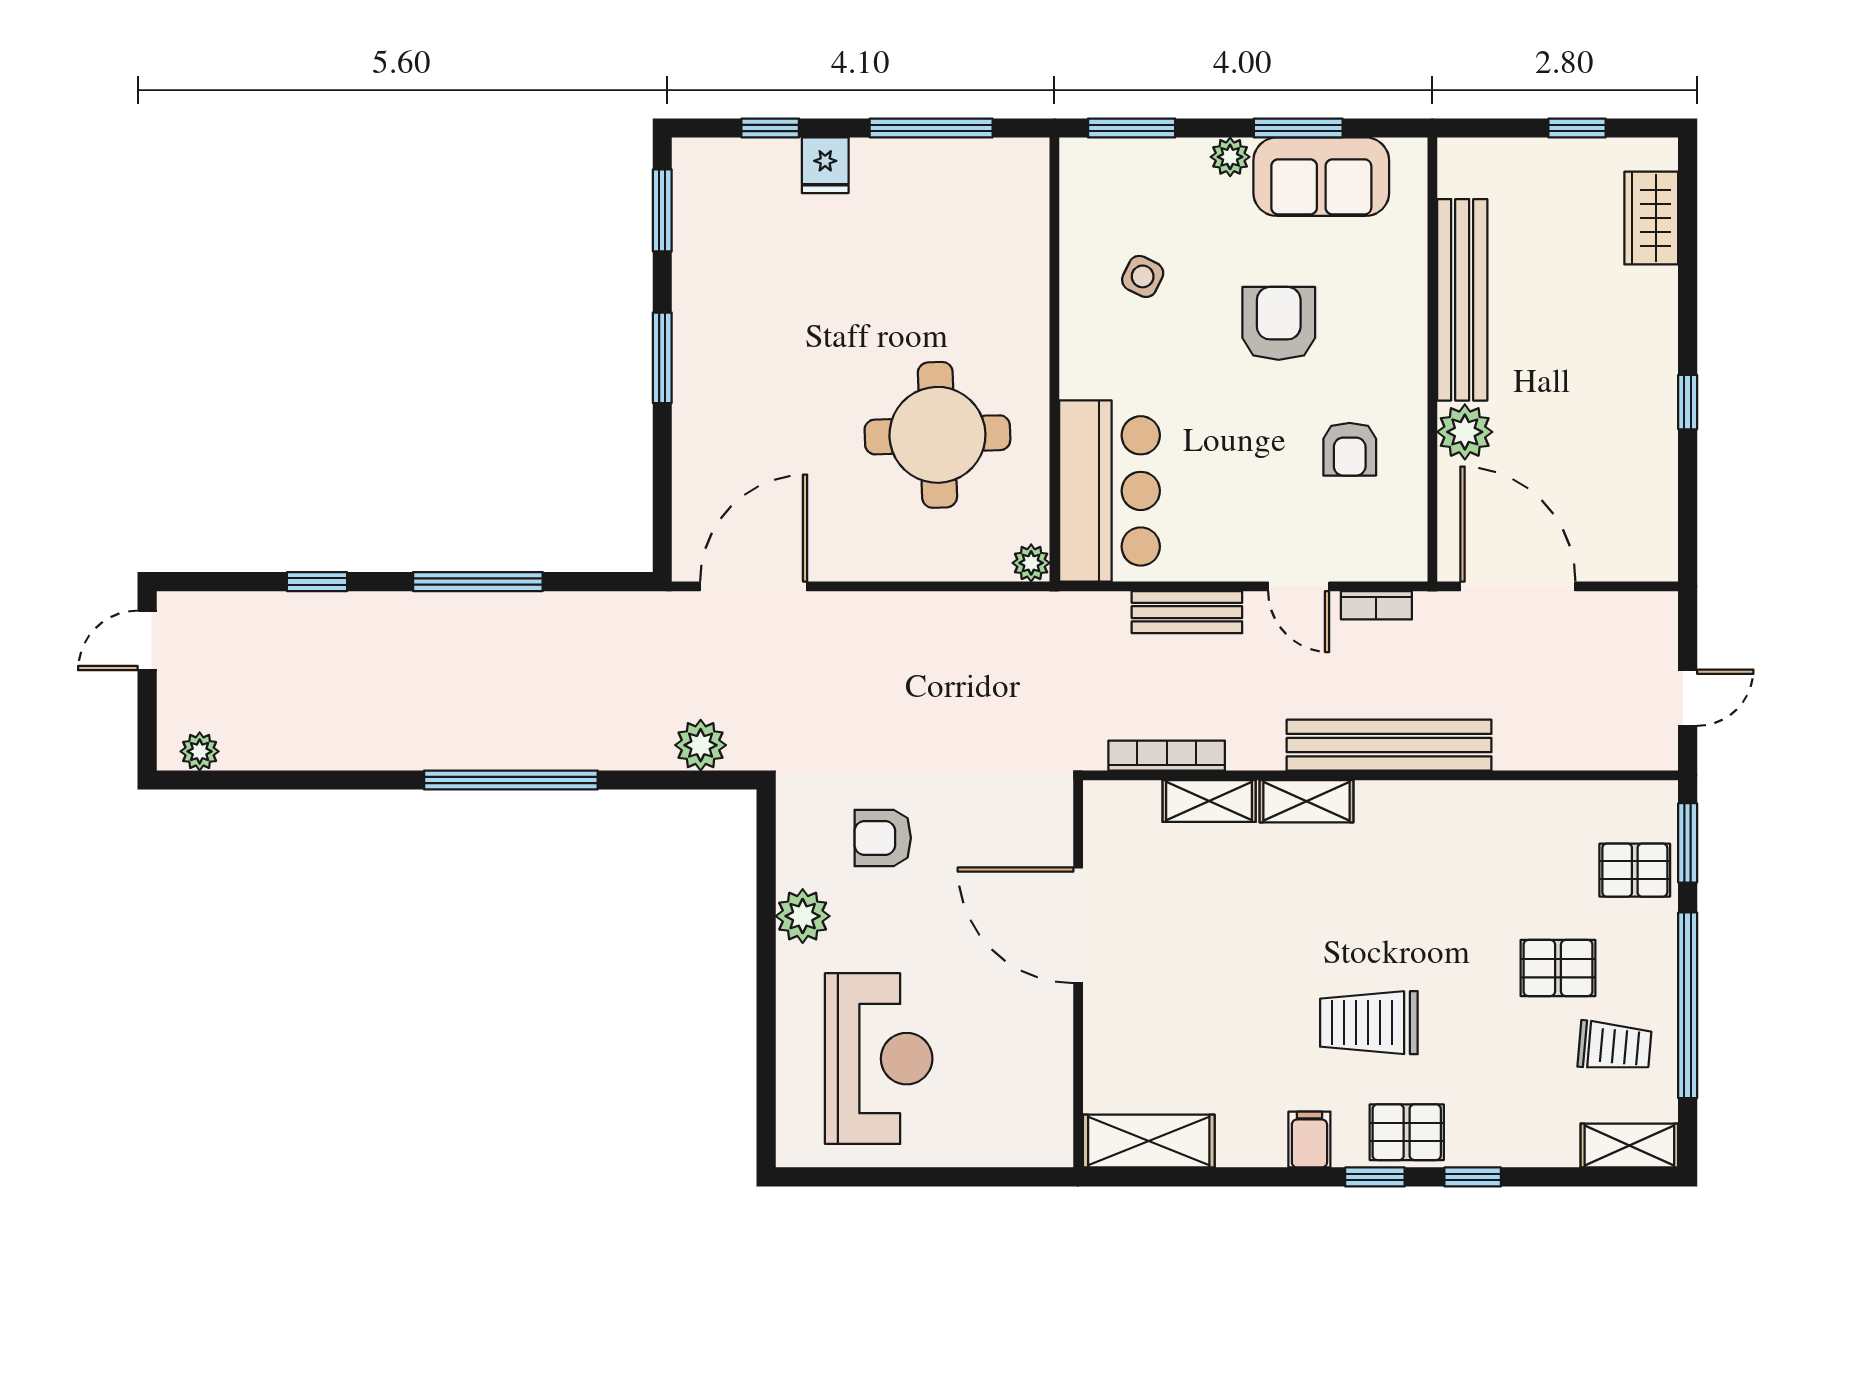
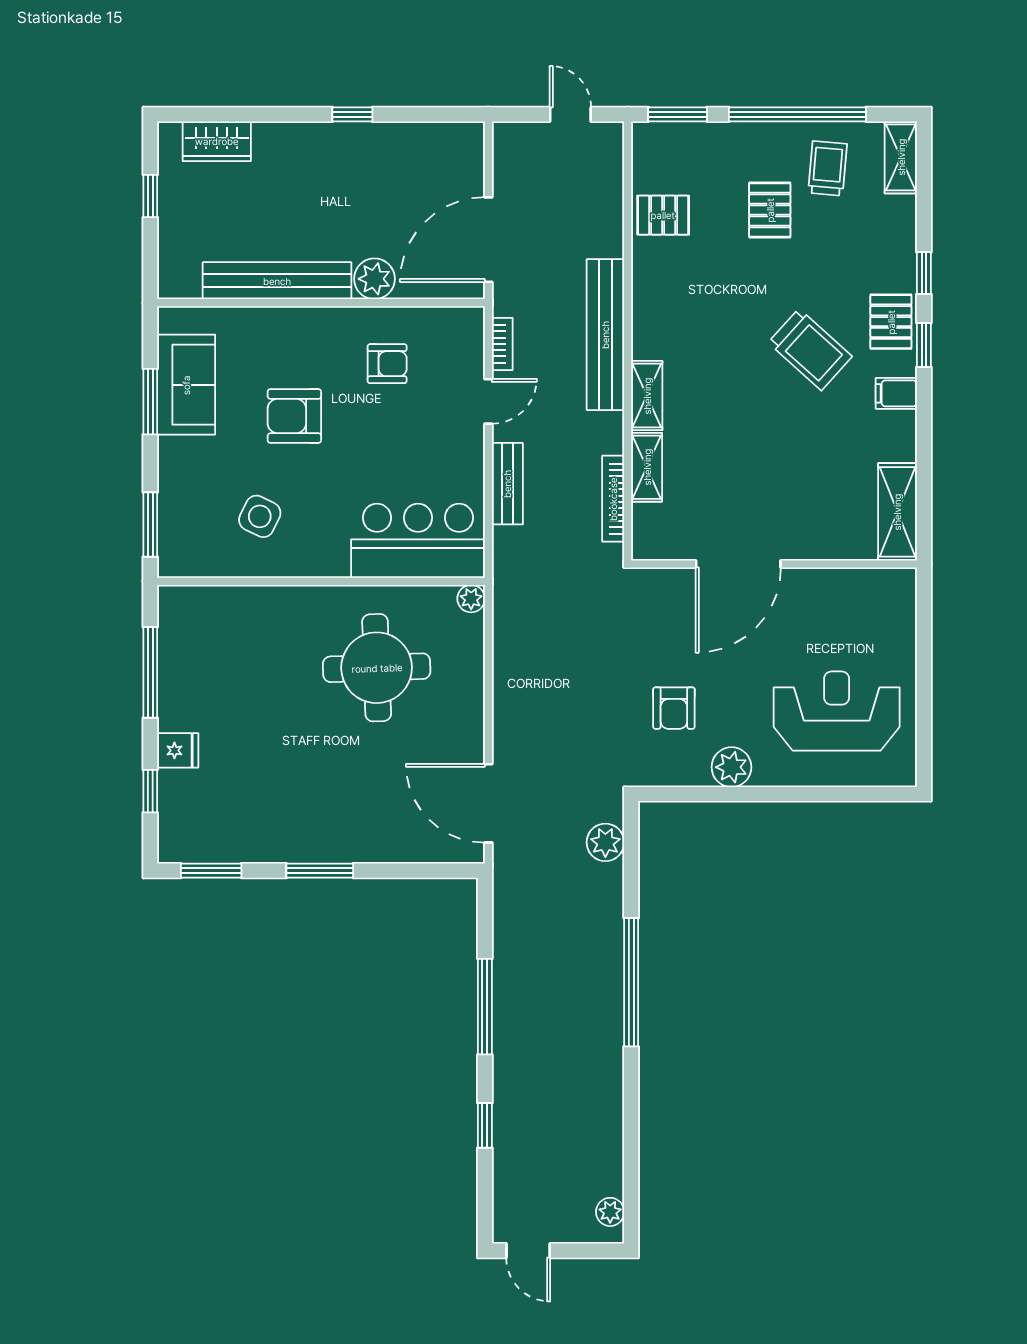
plant: (1230, 157) -> (172, 452), removed
side table: (1143, 276) -> (260, 516), width x1.37, depth x1.37
pallet: (1635, 870) -> (663, 215), moved, turned 90
trolley: (1369, 1023) -> (810, 349), turned -48

